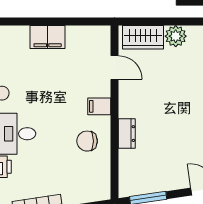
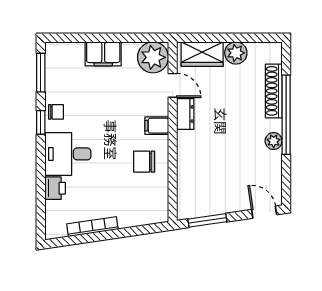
plant: (96, 40) -> (153, 57), added
dresser: (127, 134) -> (185, 114), moved

